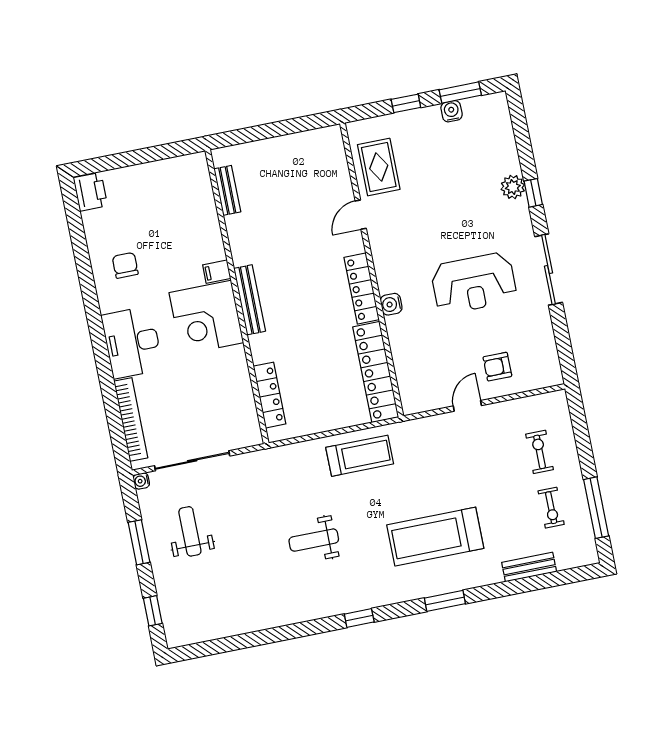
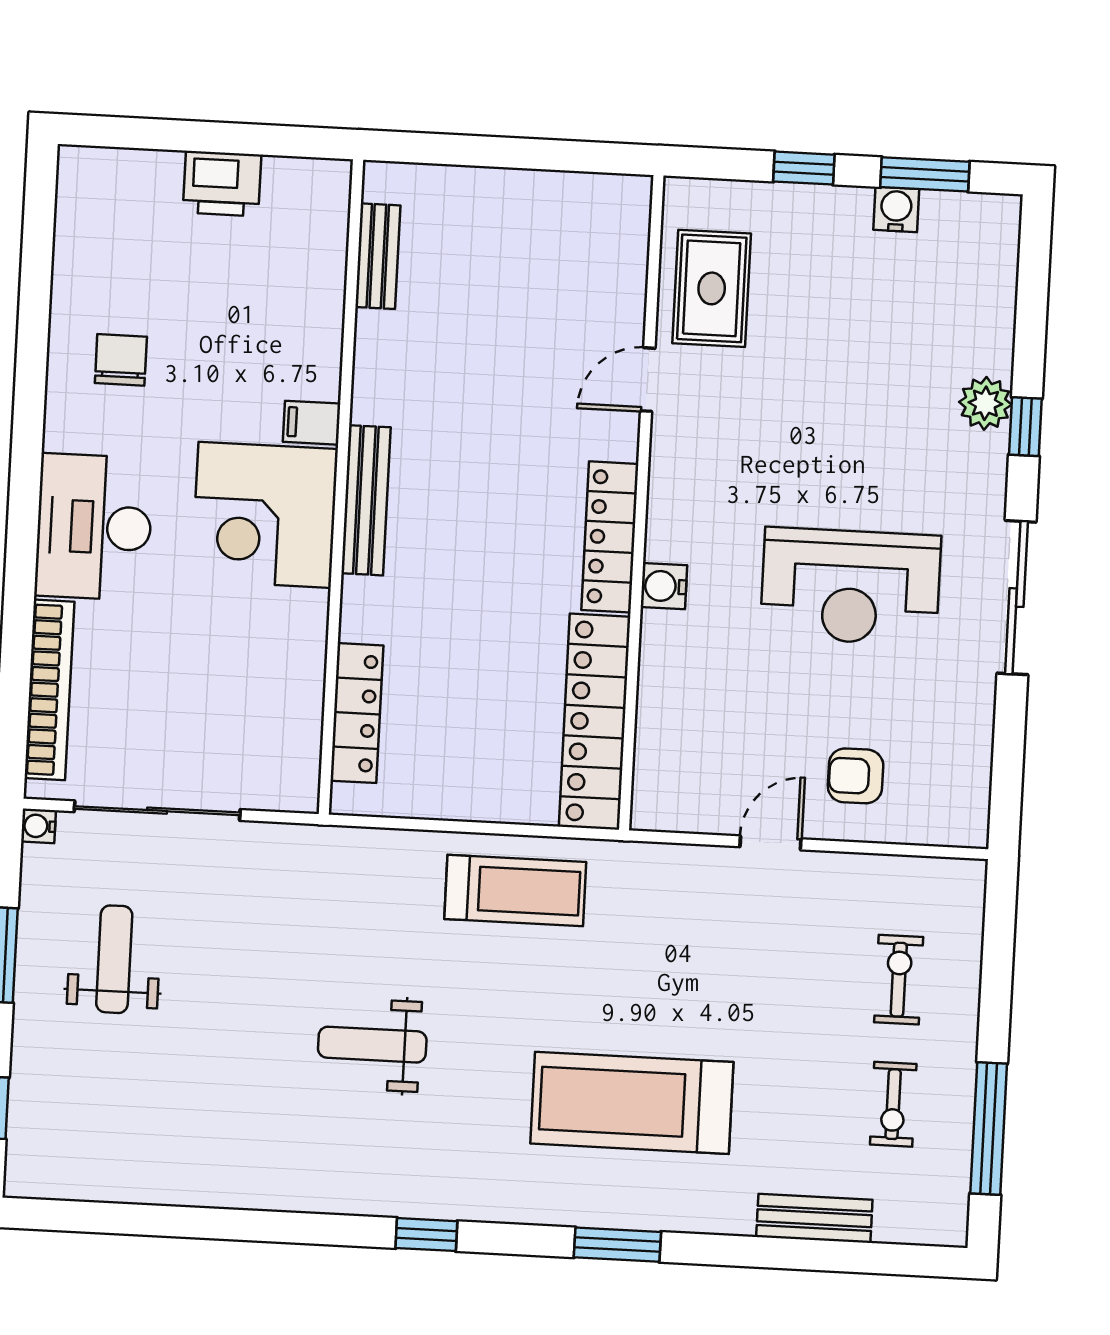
printer: (90, 192) -> (222, 184), moved, turned 90

